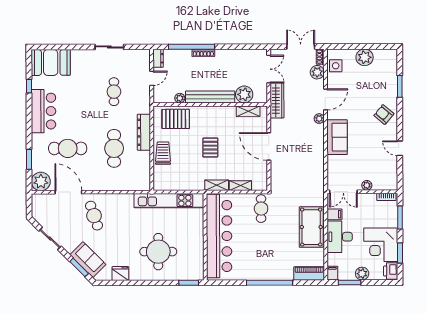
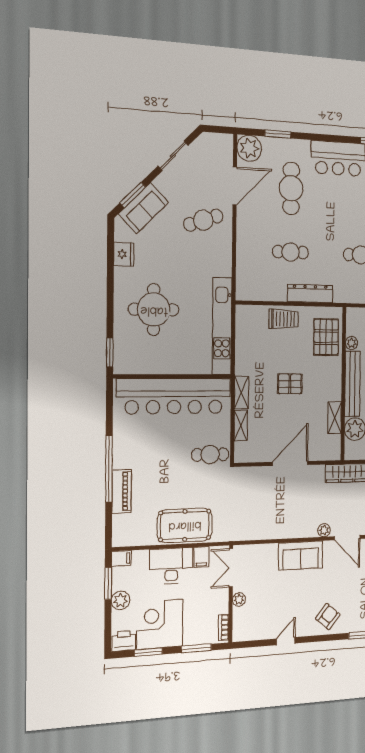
shelving: (248, 111) -> (335, 418), moved
cafe table: (114, 148) -> (290, 252), width x0.73, depth x0.74
piano: (309, 273) -> (122, 491), moved

